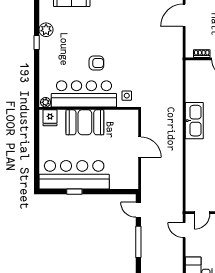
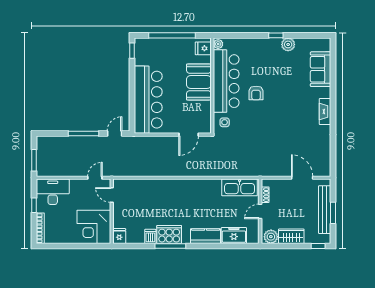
kitchen sink: (194, 121) -> (240, 187), moved
door: (140, 147) -> (189, 135), moved
window: (37, 150) -> (172, 35), added
bar counter: (74, 175) -> (148, 100), moved
window: (74, 192) -> (132, 51), moved

